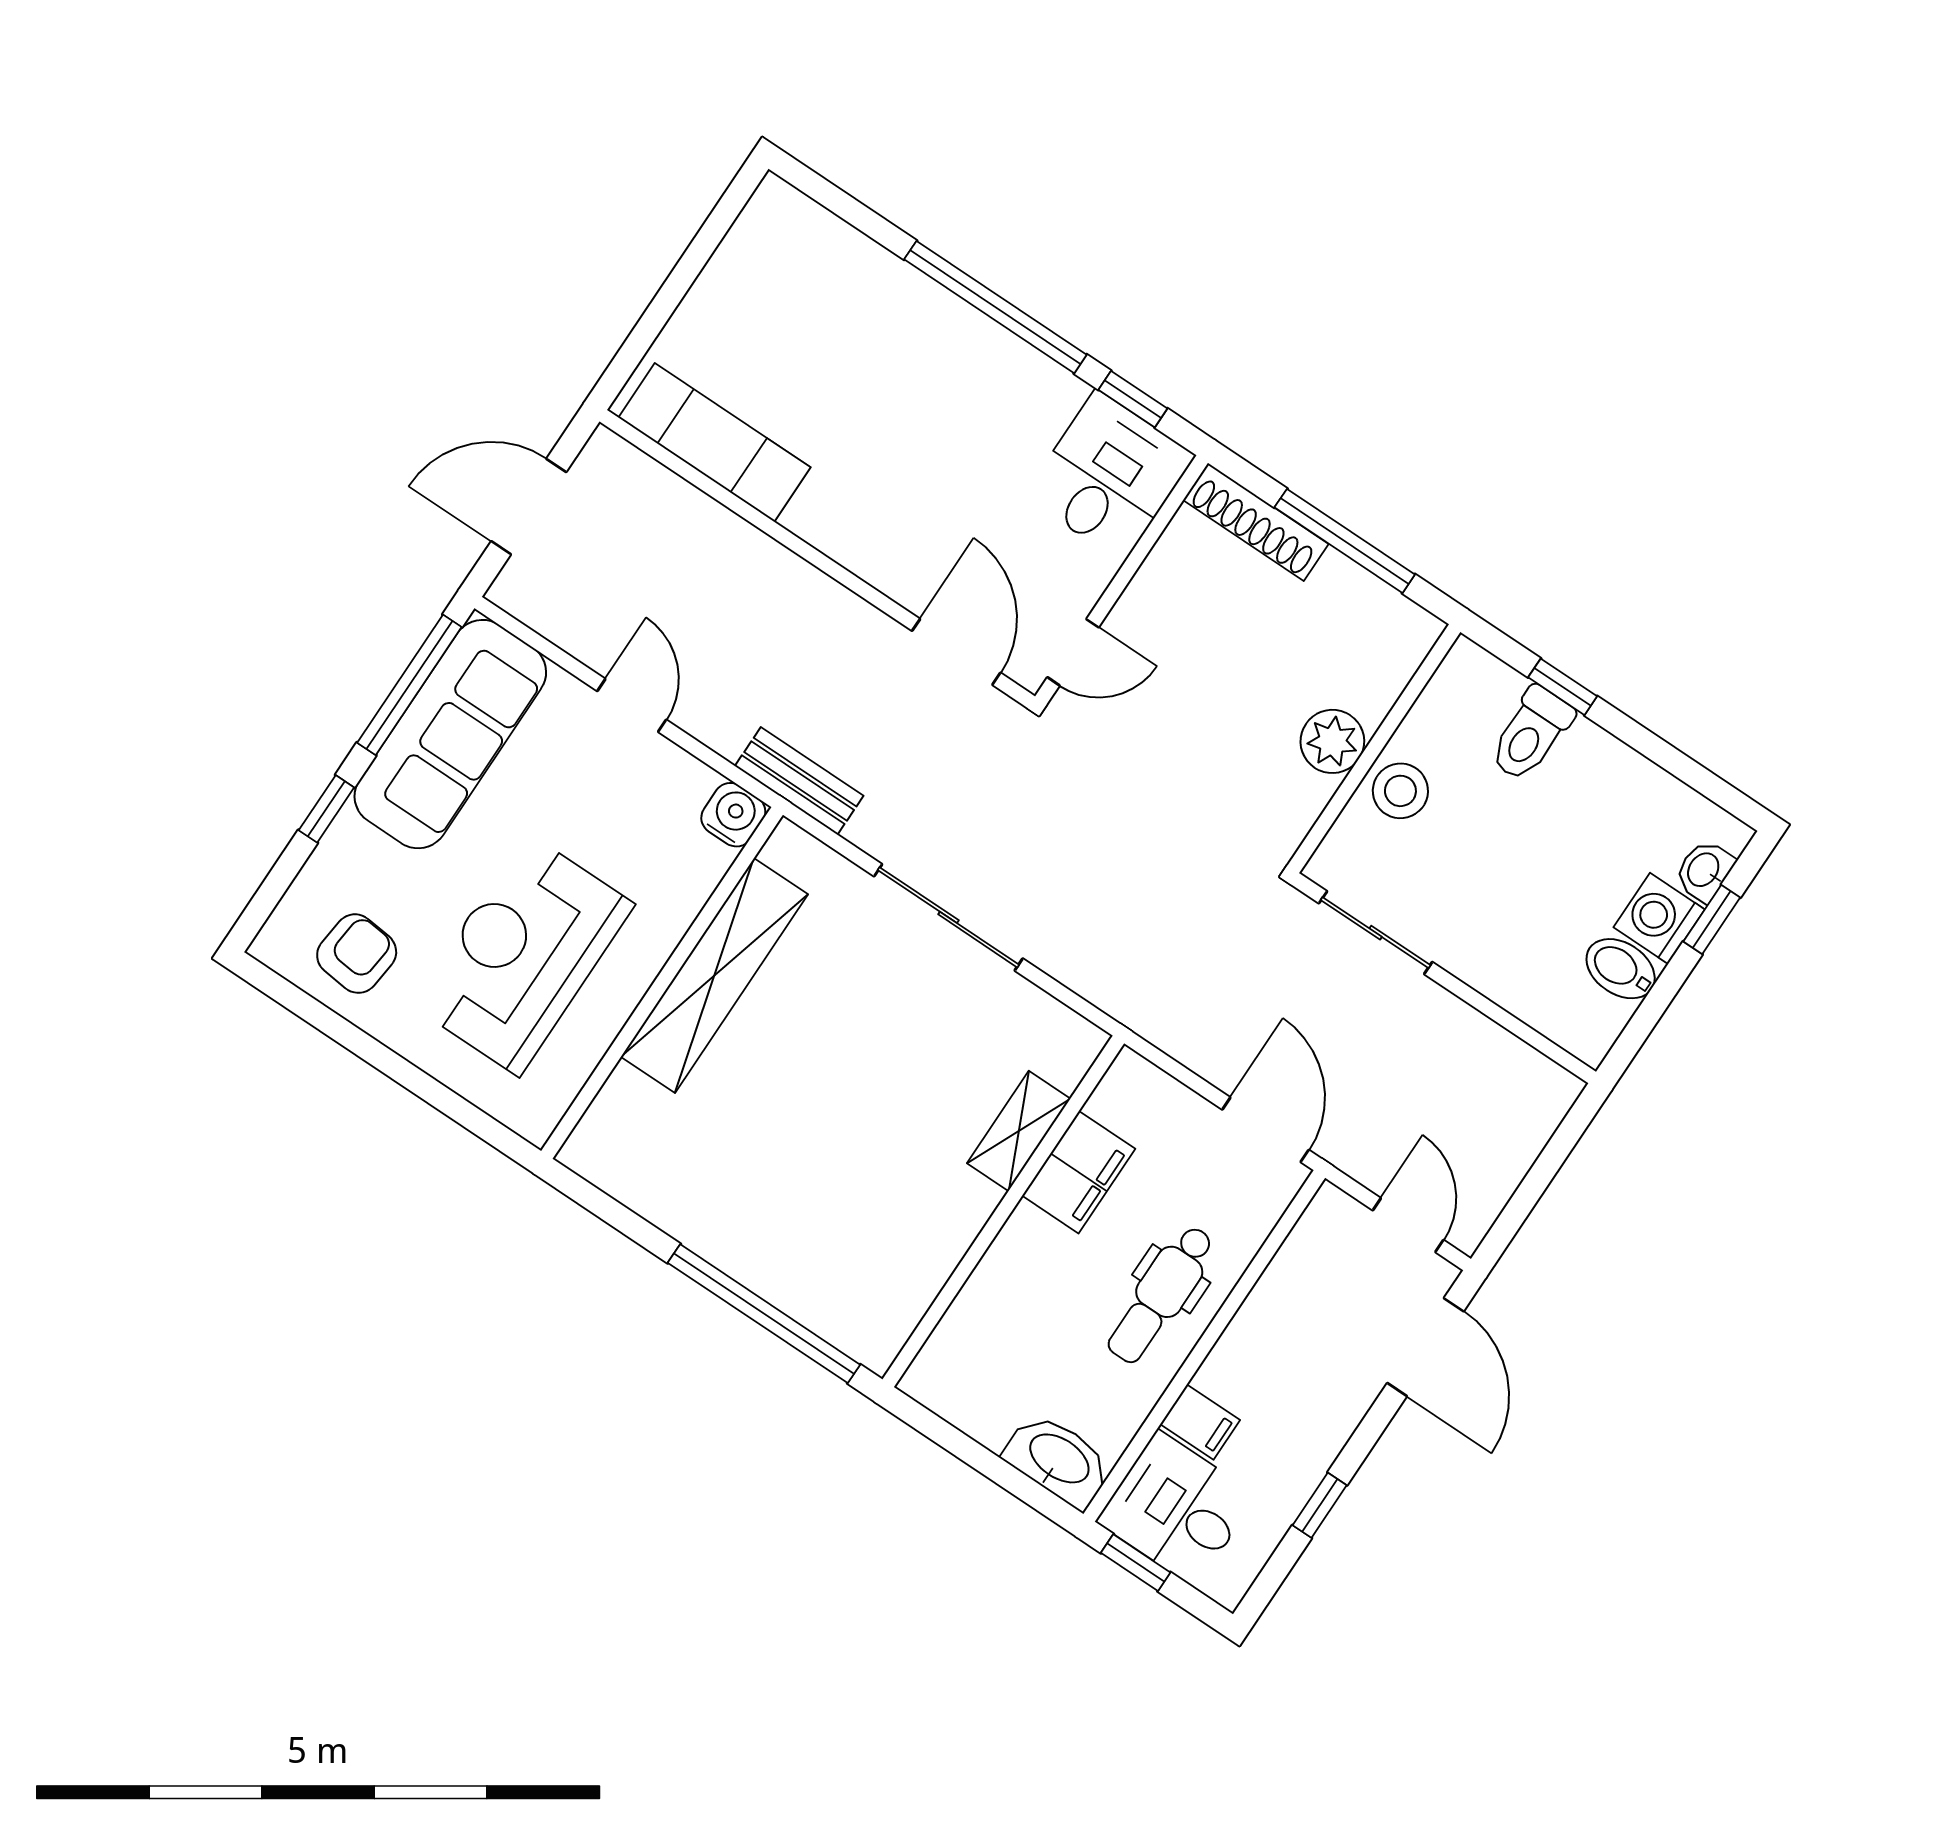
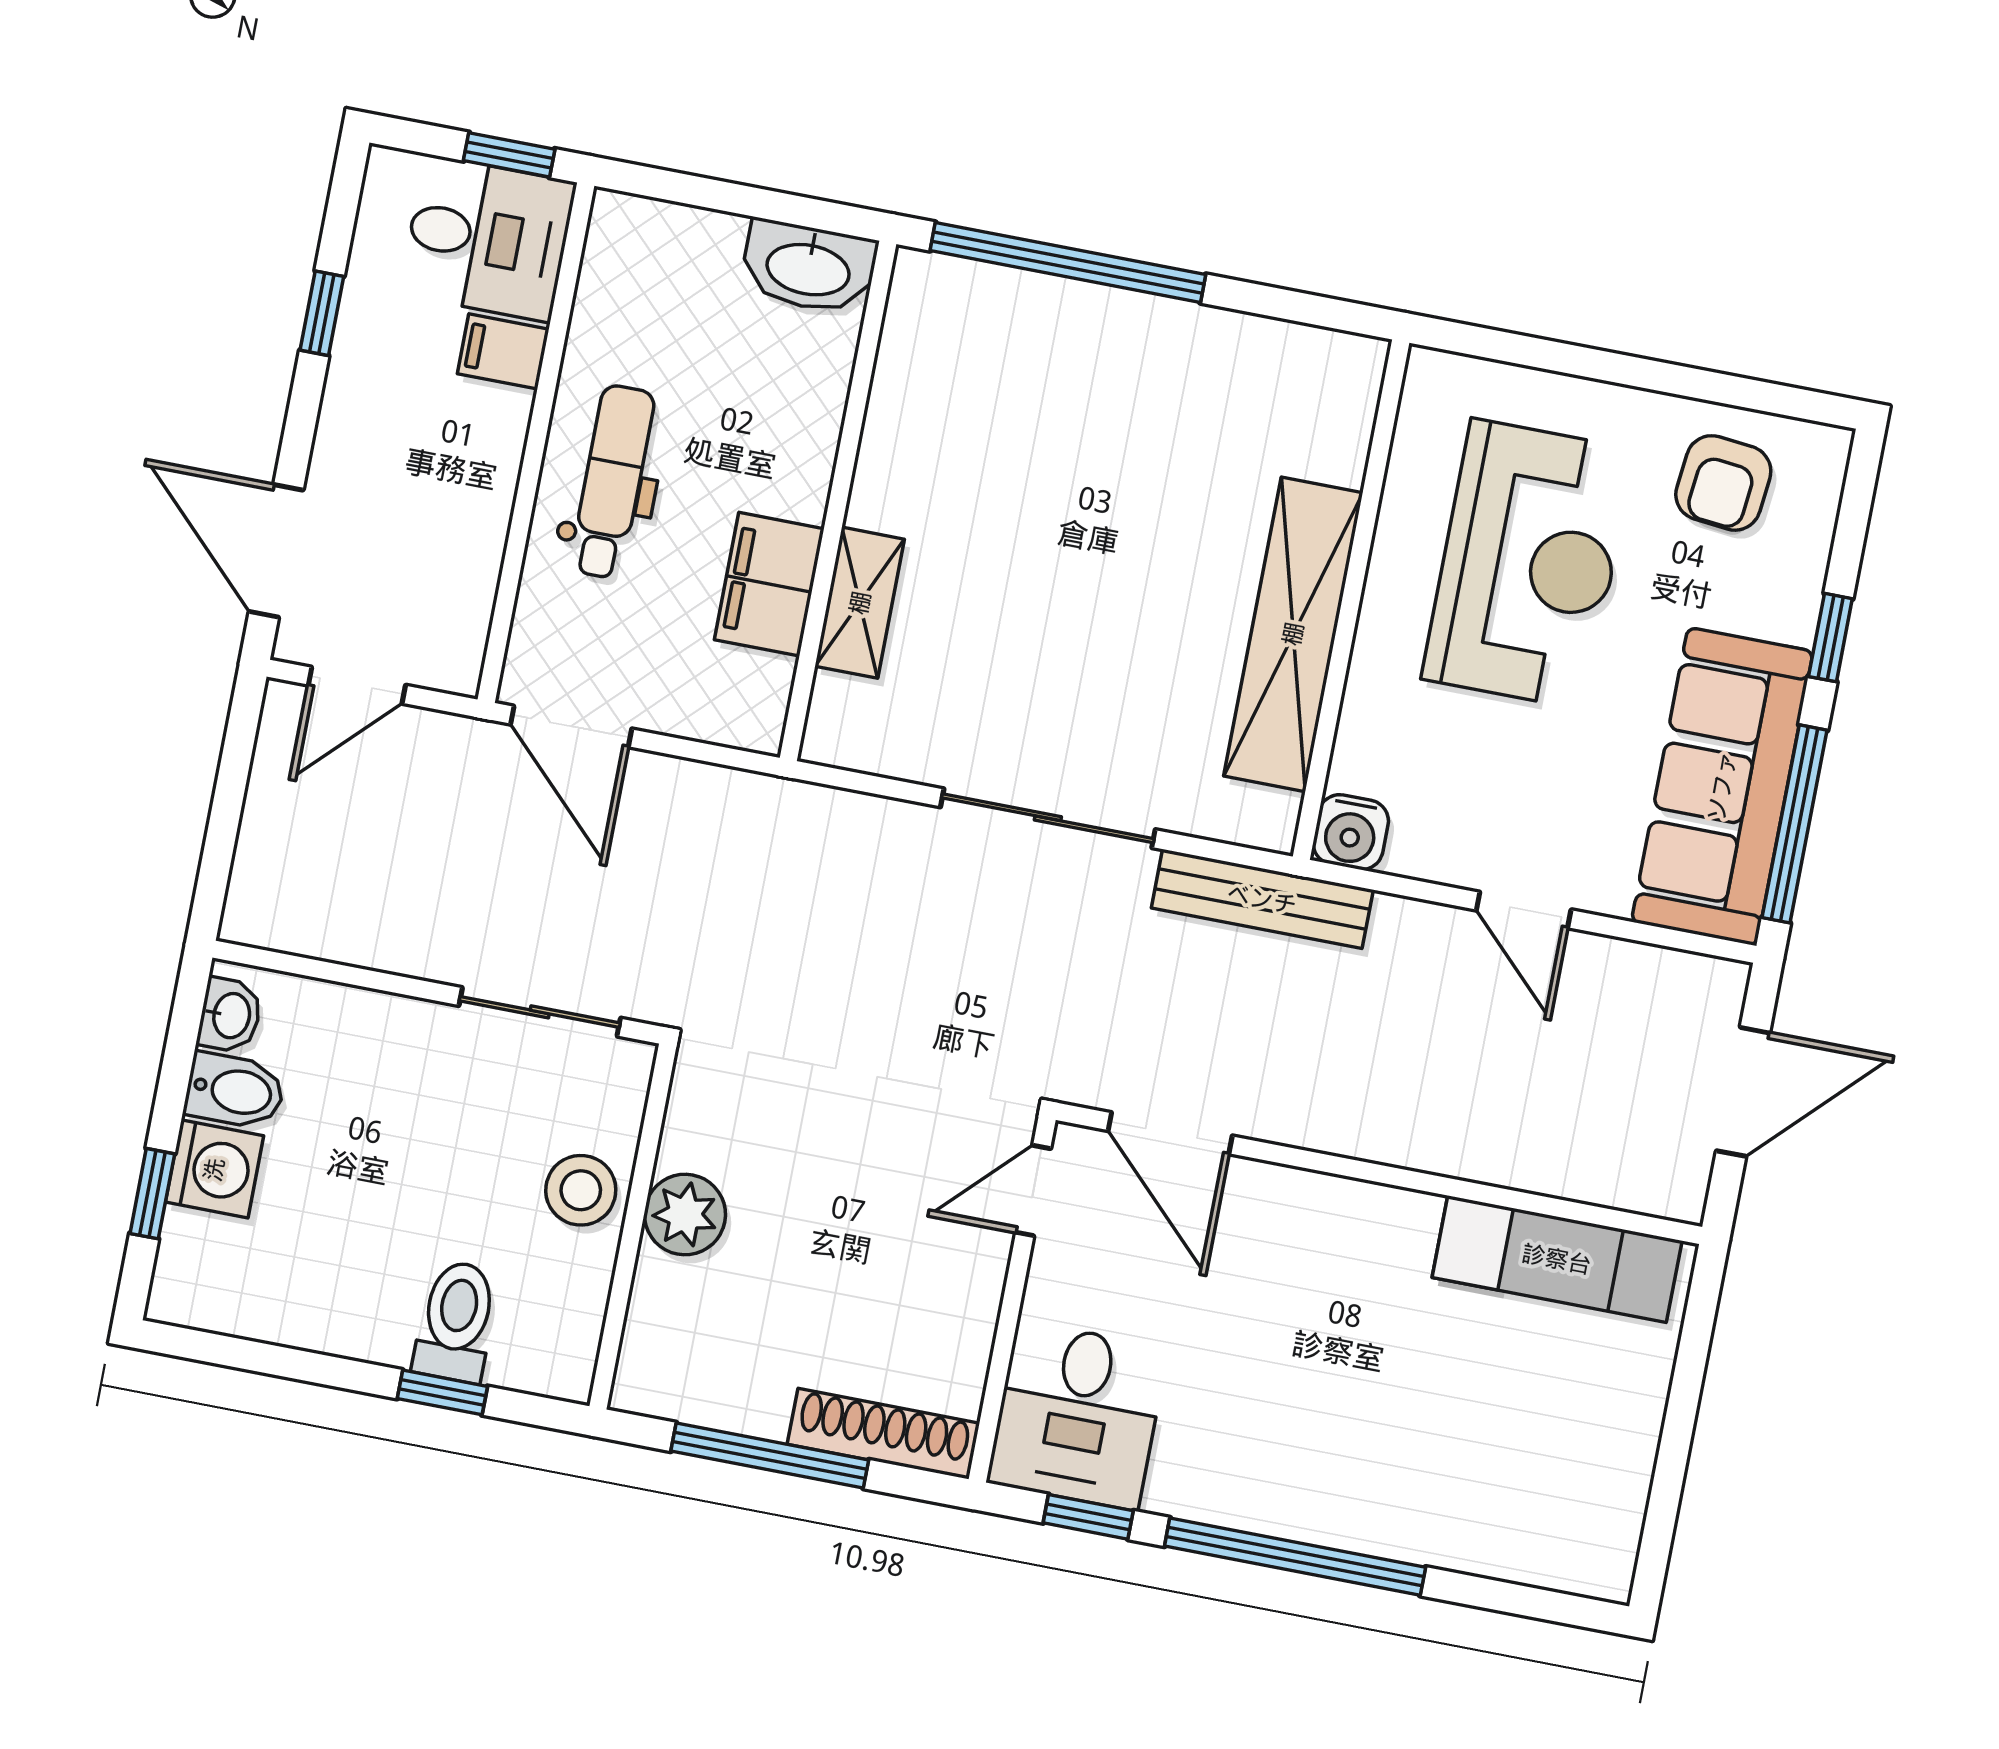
bench: (799, 781) -> (1262, 899), width x1.36
washbasin: (1704, 870) -> (230, 1015), moved
door: (1408, 1225) -> (357, 685), hinge flipped
washbasin: (1058, 1460) -> (809, 267), moved

